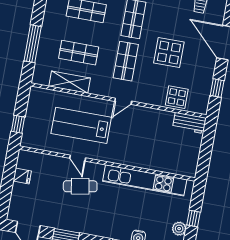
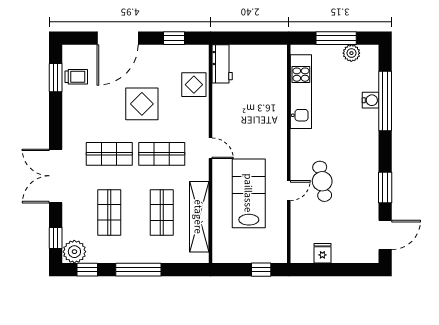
window: (33, 44) -> (138, 270), moved
shelving: (70, 82) -> (199, 217), width x1.47
lab bench: (81, 125) -> (249, 193), turned 180
kitchen unit: (145, 180) -> (301, 92), width x0.73
window: (193, 218) -> (336, 38), width x2.17

